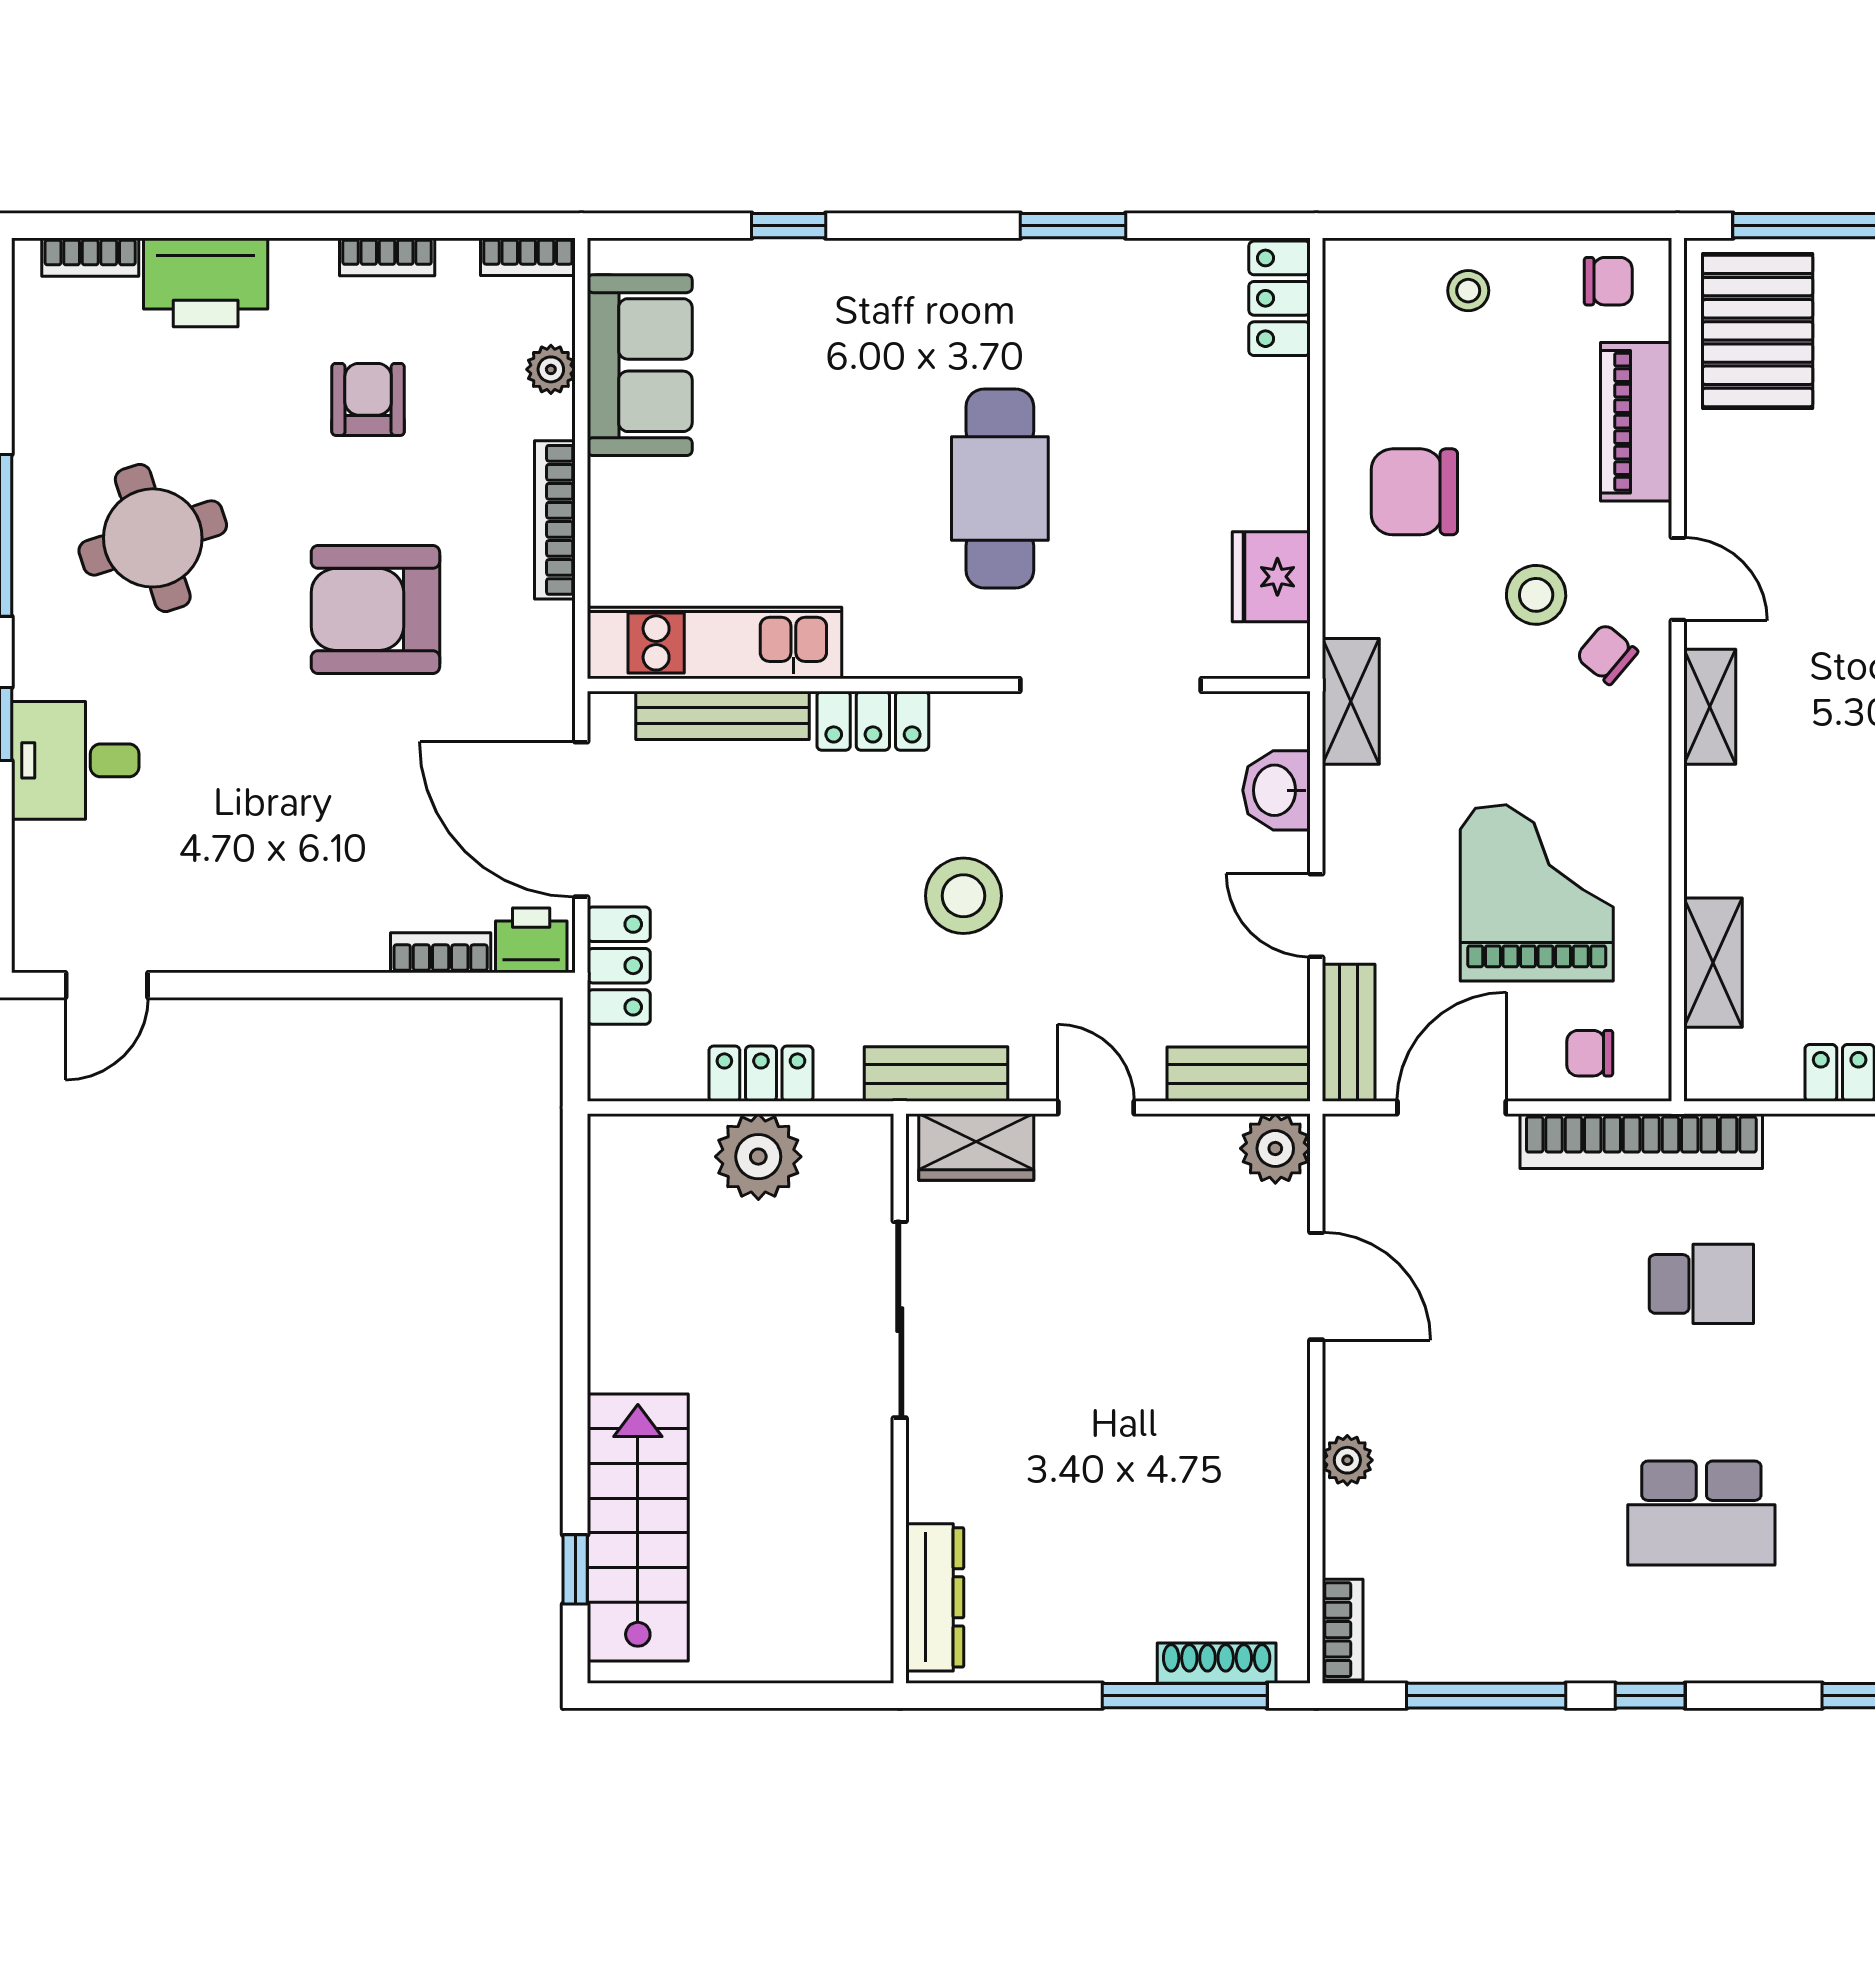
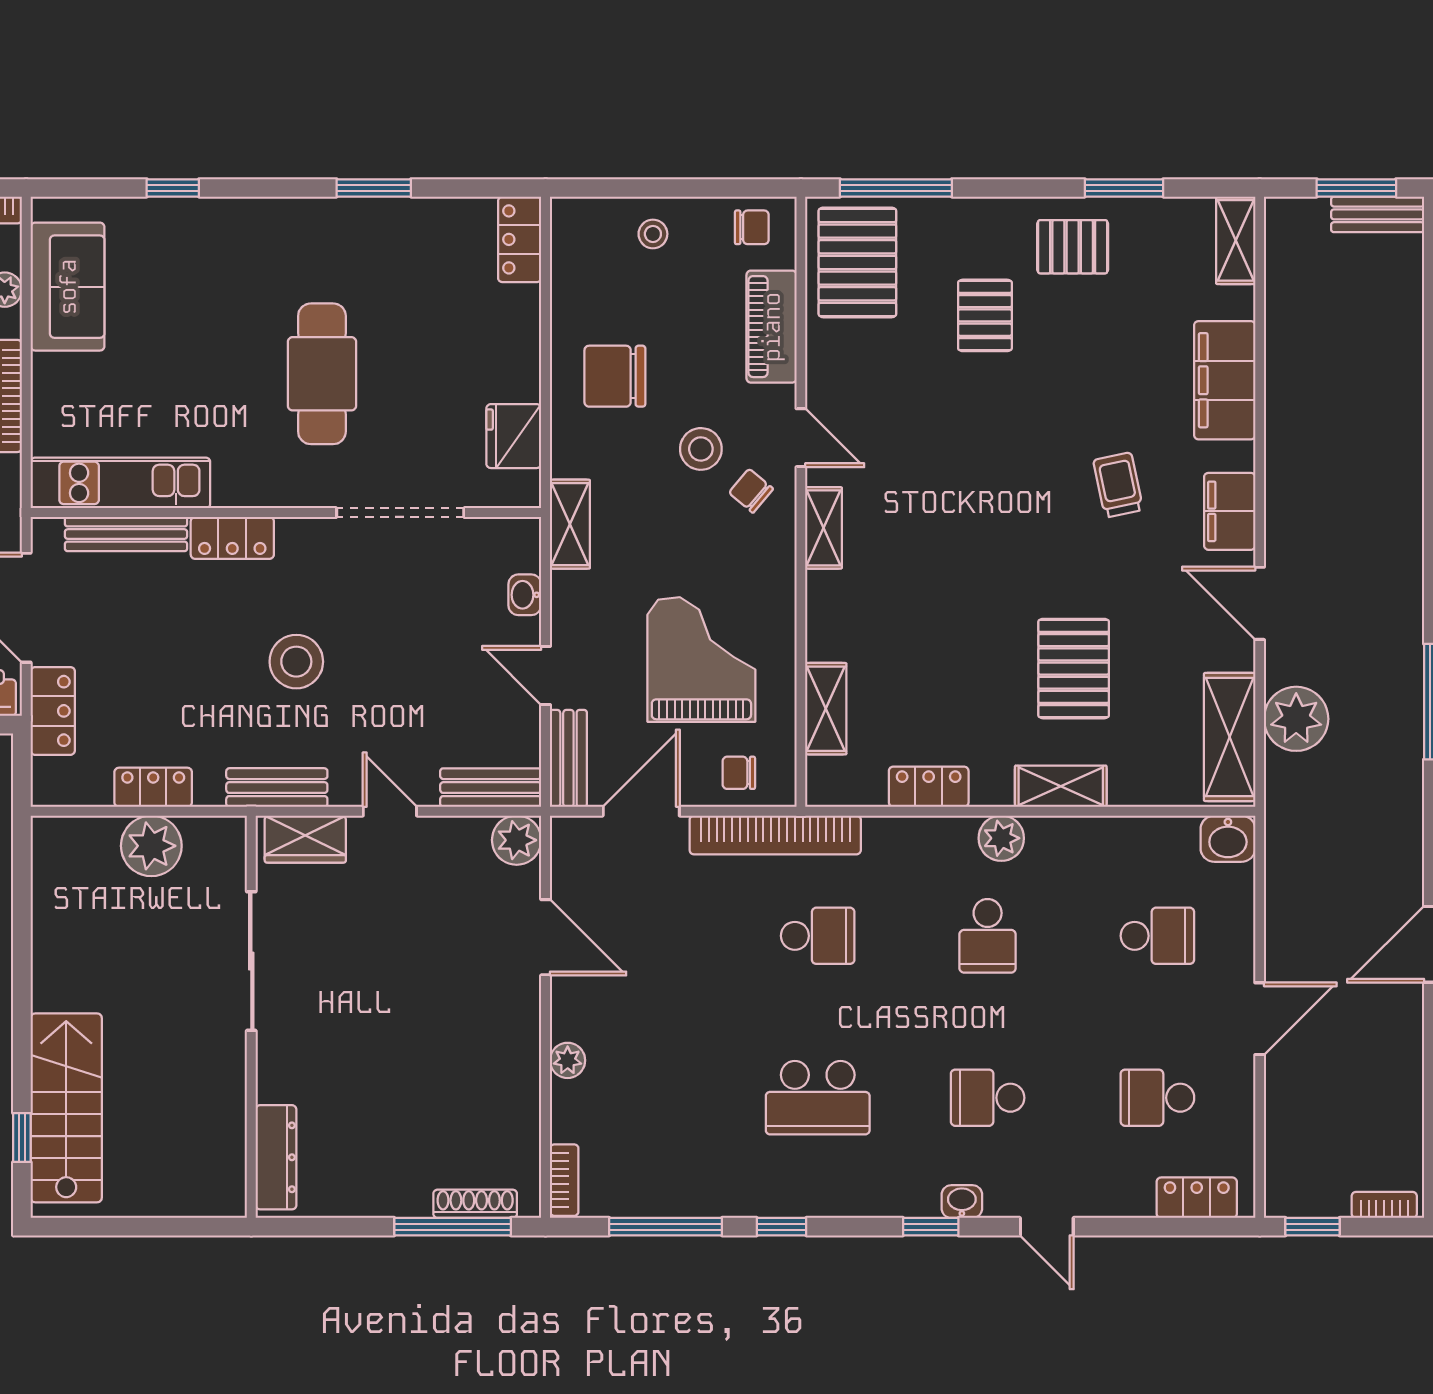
washbasin: (1277, 790) -> (525, 595), width x0.72, depth x0.69

